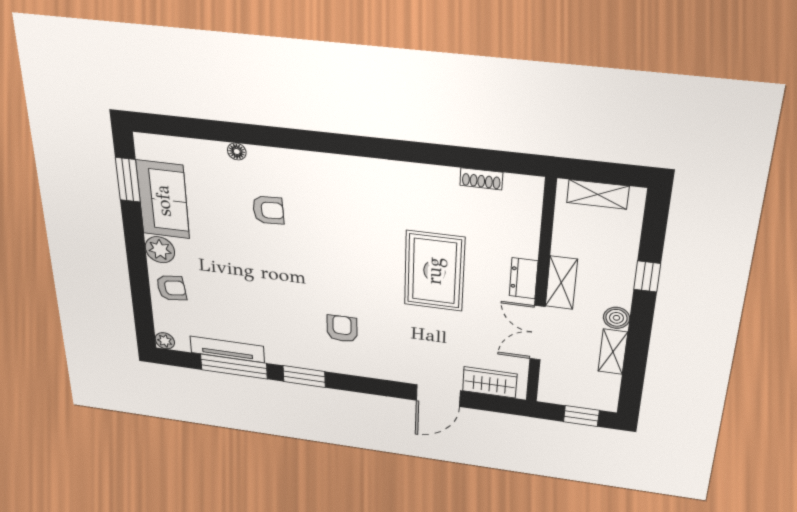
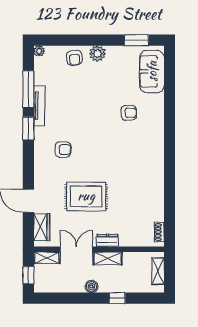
floor lamp: (237, 151) -> (159, 98), removed
shoe rack: (481, 179) -> (159, 232), moved
sofa: (163, 200) -> (152, 71), moved, turned 90
armchair: (268, 210) -> (129, 113), turned -87
rug: (434, 271) -> (86, 196), moved
tv unit: (227, 349) -> (39, 106), moved
shelving: (613, 352) -> (47, 258), moved

